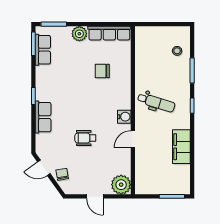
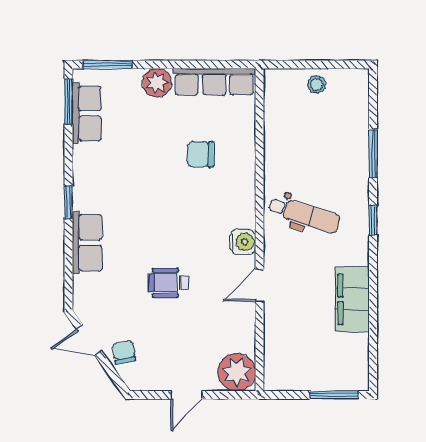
stool: (177, 51) -> (316, 84), moved
door: (95, 196) -> (186, 395), hinge flipped

